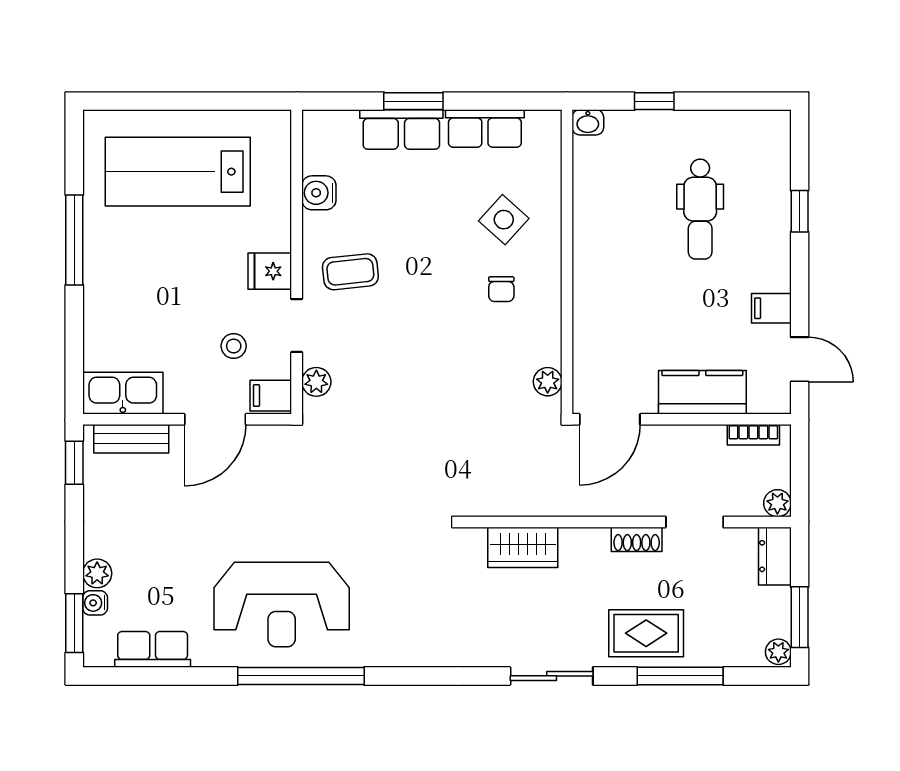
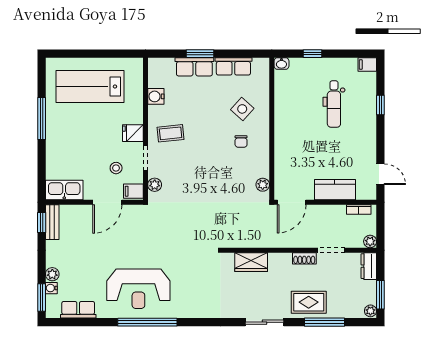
filing cabinet: (771, 308) -> (367, 64), moved
bench: (131, 439) -> (52, 222), moved, turned 90

